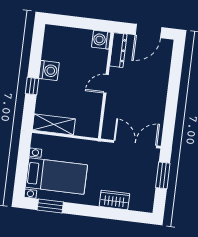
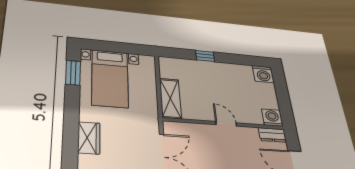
dresser: (118, 50) -> (272, 135), width x0.70
washing machine: (49, 70) -> (263, 74), moved
shelving: (54, 124) -> (170, 98), moved

